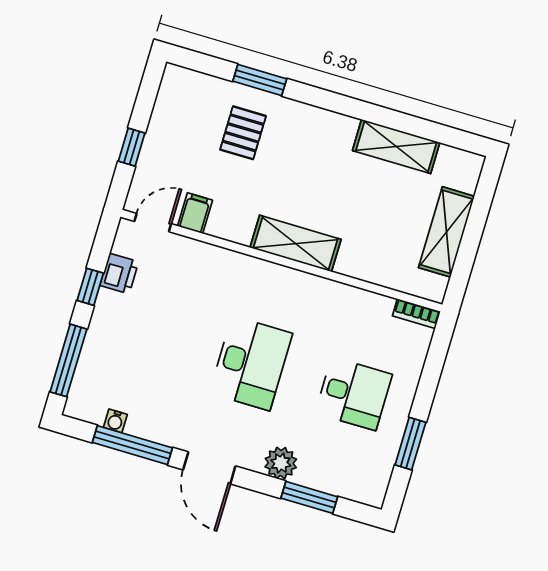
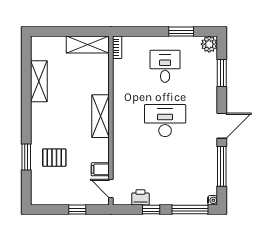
shelving: (446, 232) -> (88, 45), moved
water cooler: (115, 421) -> (213, 200), moved
plant: (281, 463) -> (209, 44), moved

